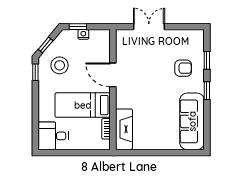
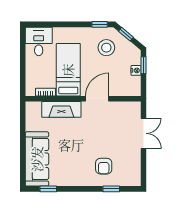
window: (207, 91) -> (48, 189), moved
sofa: (192, 121) -> (37, 159), moved, turned 90
fireplace: (124, 129) -> (61, 109), moved

